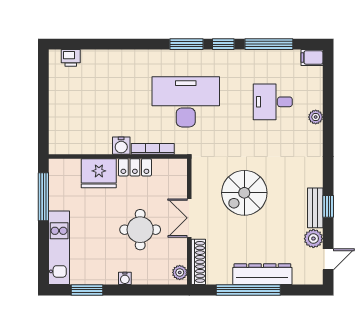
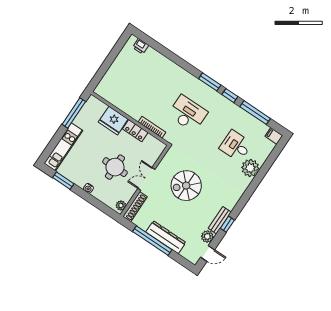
desk: (186, 102) -> (188, 113), width x0.73, depth x0.77
plant: (316, 117) -> (250, 168), width x1.88, depth x1.88
water cooler: (121, 146) -> (136, 114), removed

